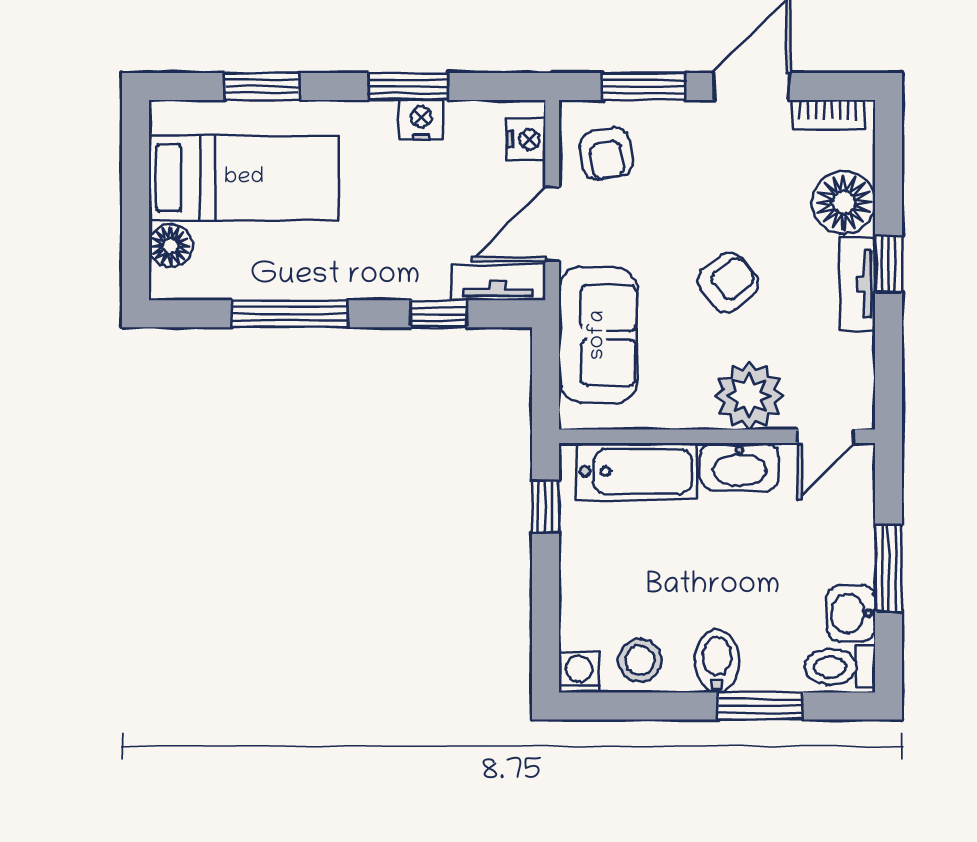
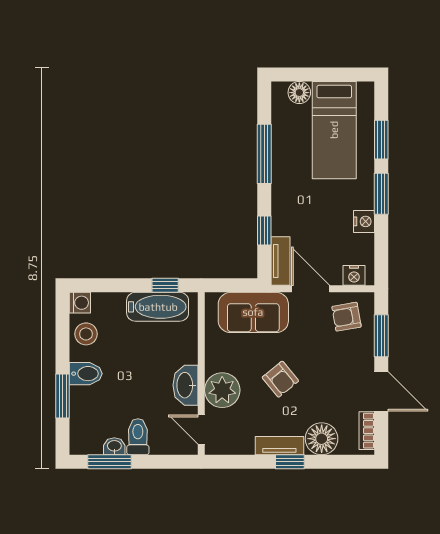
window: (409, 86) -> (381, 194), moved
bathtub: (637, 471) -> (158, 307), moved, turned -90
window: (889, 568) -> (109, 462), moved
washbasin: (851, 613) -> (114, 446), width x0.72, depth x0.69
toilet: (840, 667) -> (138, 437), moved

